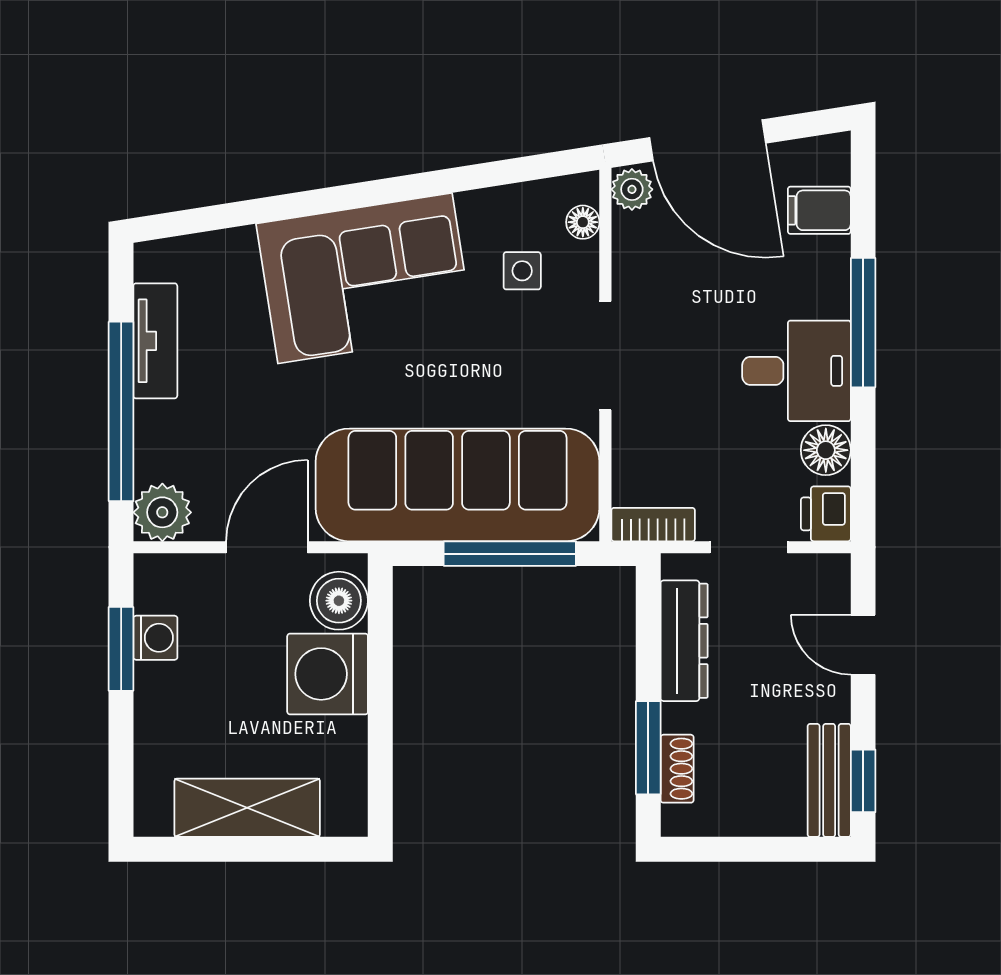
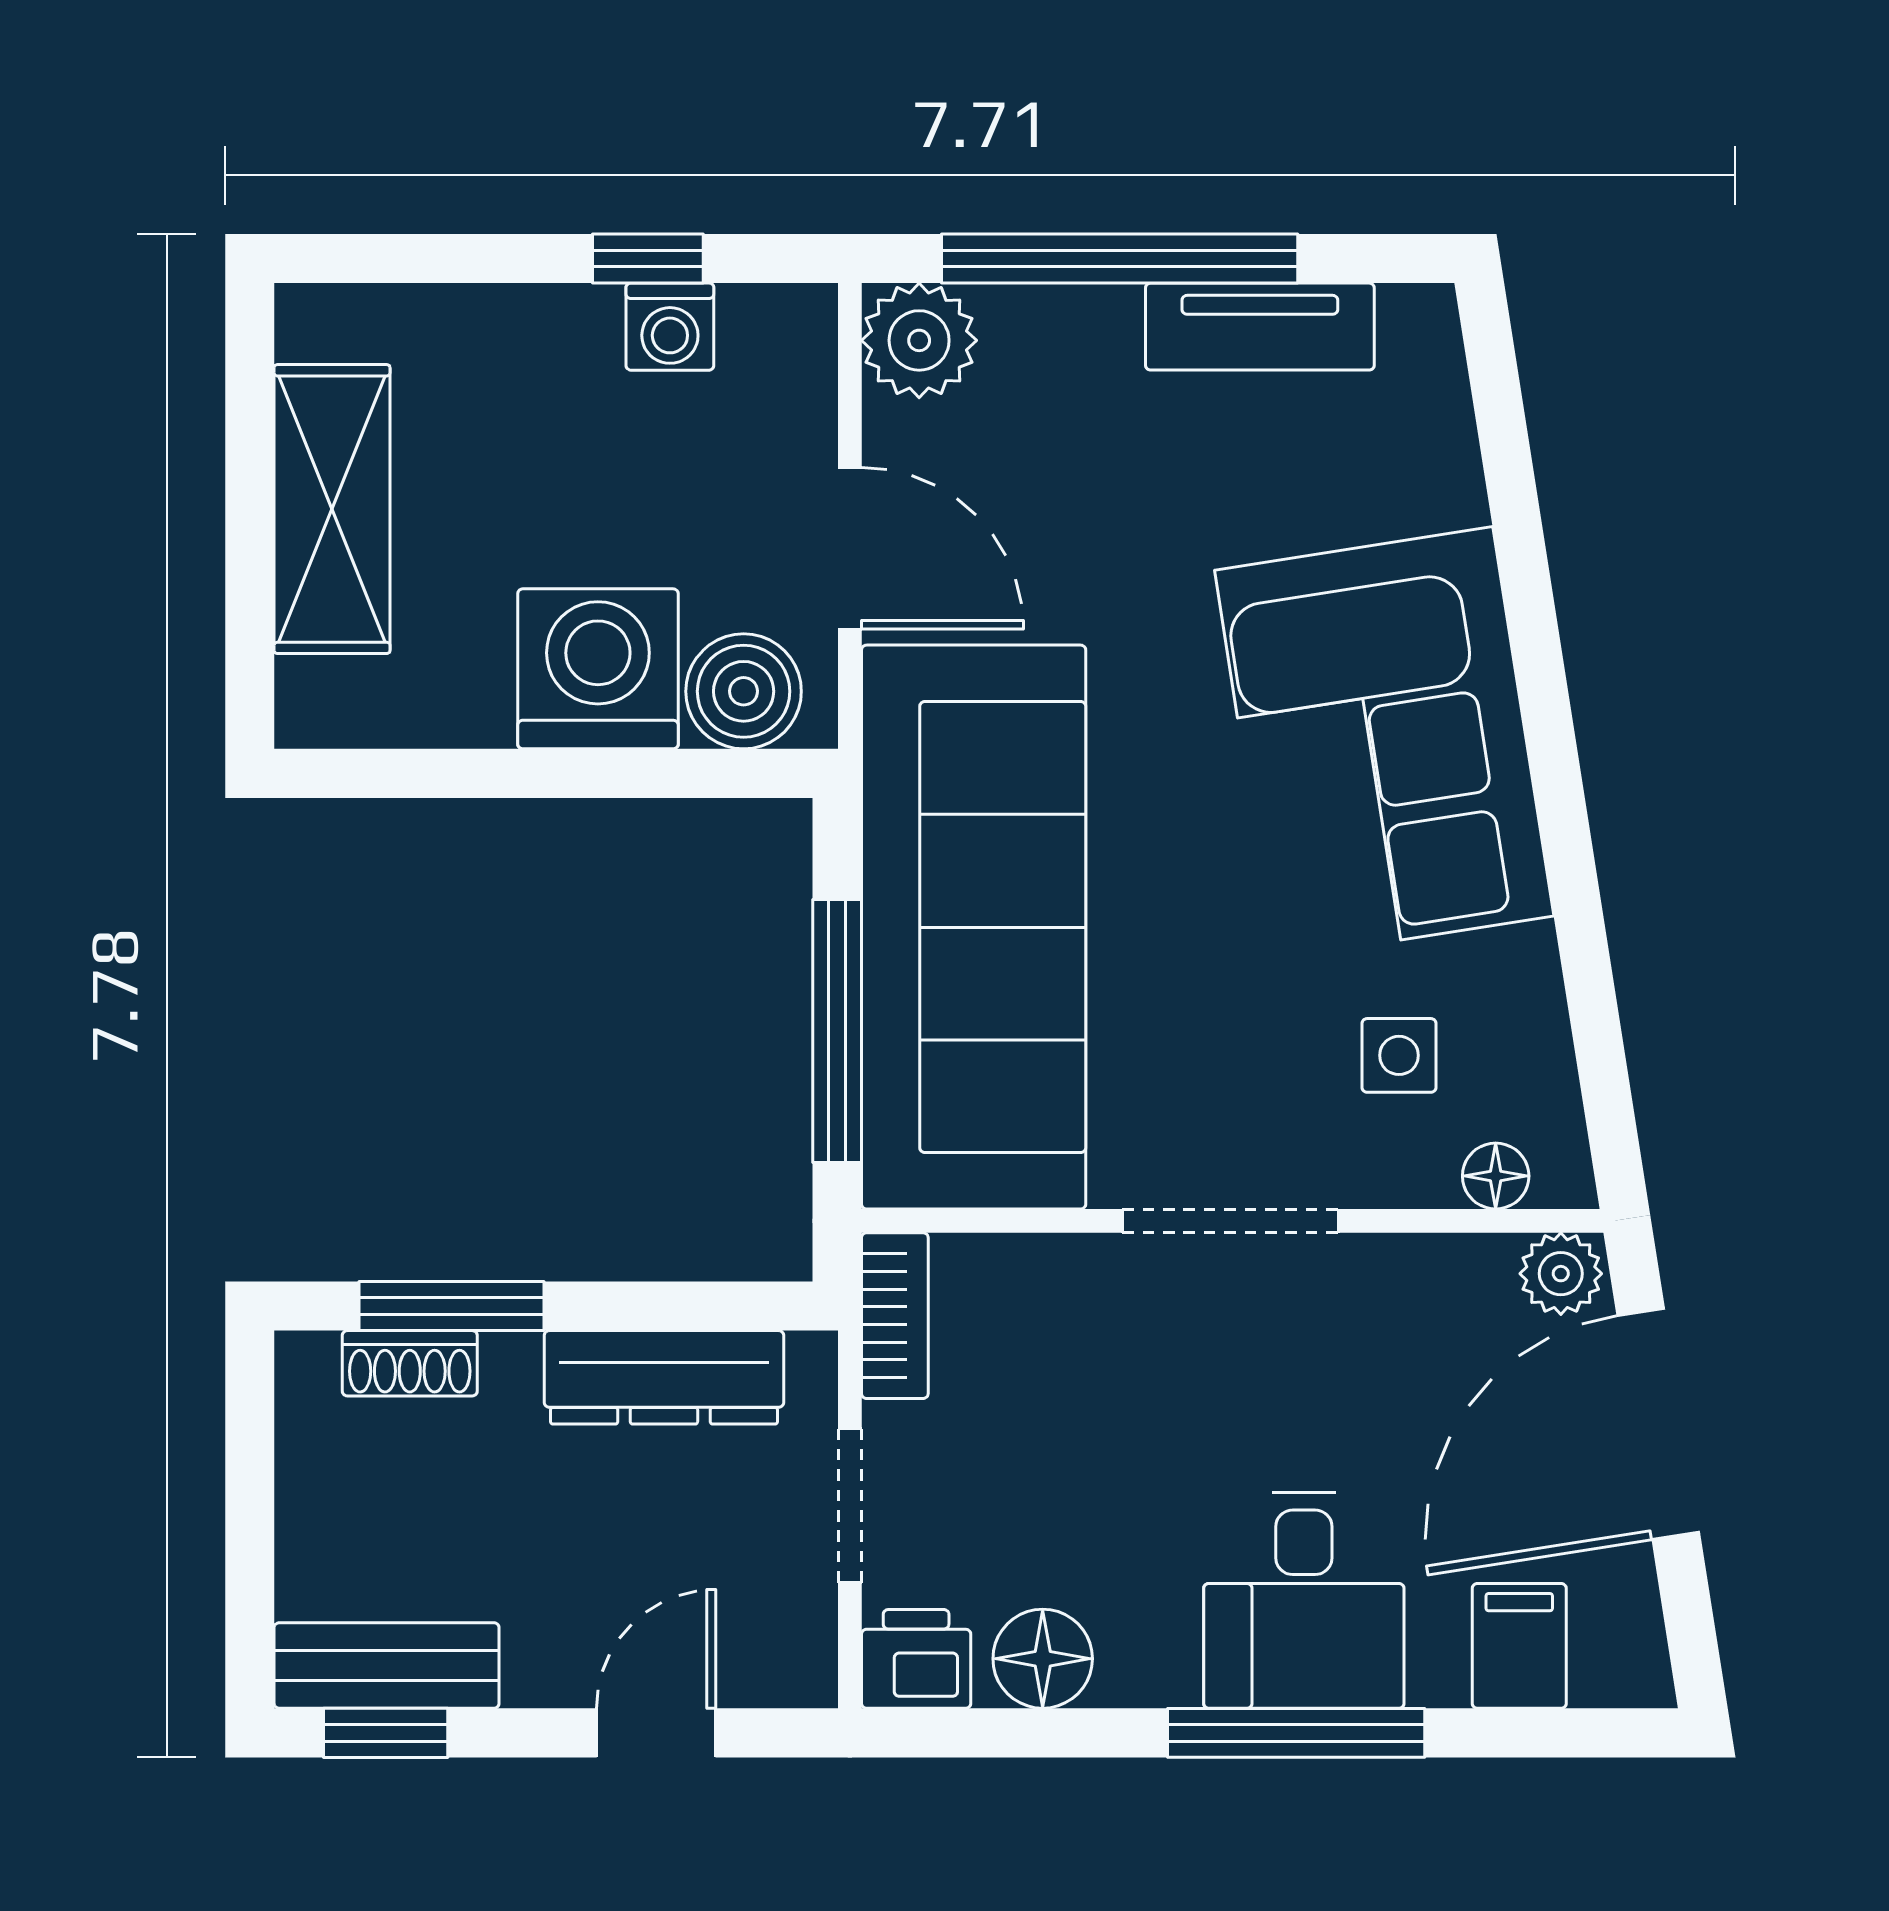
desk: (796, 371) -> (1304, 1601), moved
window: (121, 649) -> (648, 259), width x0.67

